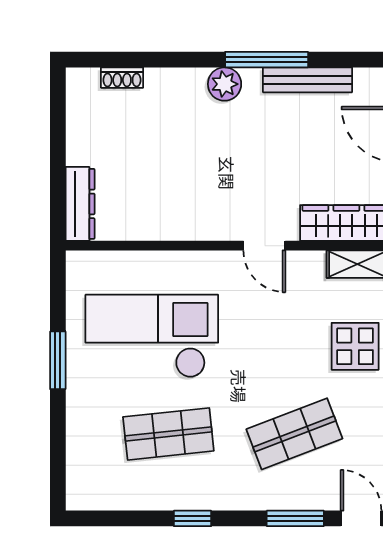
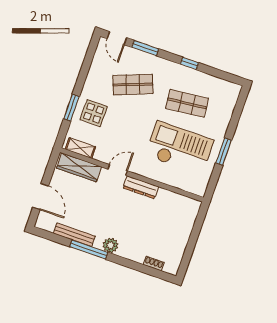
dresser: (80, 204) -> (141, 187), moved, turned -90
door: (264, 246) -> (118, 170), hinge flipped
checkout: (152, 336) -> (180, 148), turned 180

